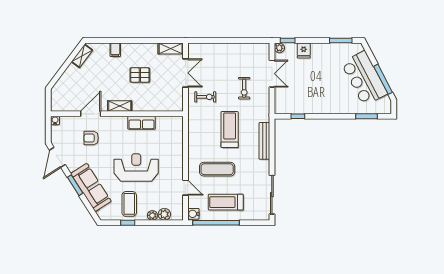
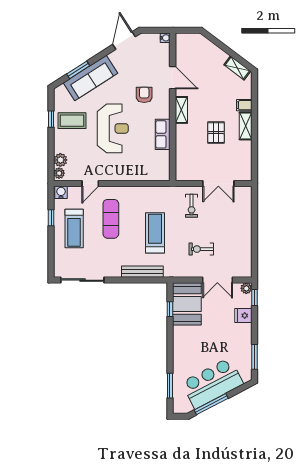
shelving: (171, 48) -> (246, 126), moved
booth: (293, 101) -> (187, 304), added
treadmill: (230, 130) -> (155, 233), turned -90
armchair: (91, 138) -> (144, 95), moved
door: (57, 157) -> (124, 40), hinge flipped
window: (75, 185) -> (78, 70), moved
treadmill: (226, 202) -> (74, 229), turned 180
plant: (152, 215) -> (59, 173), moved
window: (216, 223) -> (51, 218), width x0.32

